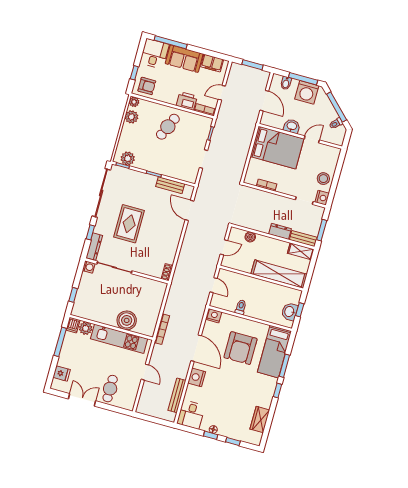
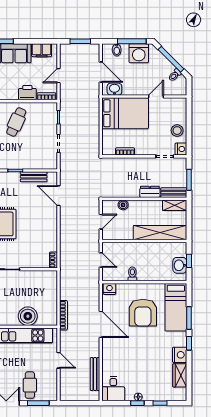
washbasin: (292, 126) -> (114, 89), moved
nightstand: (197, 377) -> (180, 355), moved, turned 180
window: (113, 409) -> (38, 403), added

